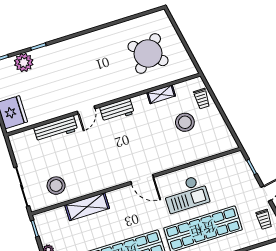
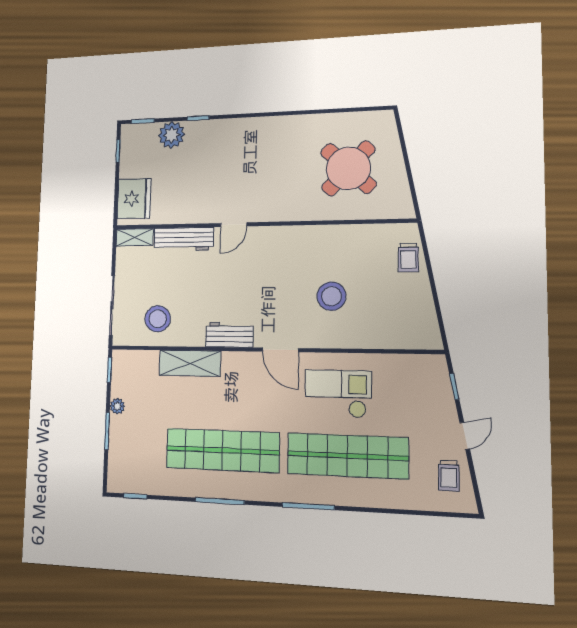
shelving: (161, 94) -> (135, 237), moved
workbench: (117, 110) -> (229, 335), moved, turned 180
stool: (185, 122) -> (331, 296), moved
checkout: (186, 194) -> (338, 394), turned 180

